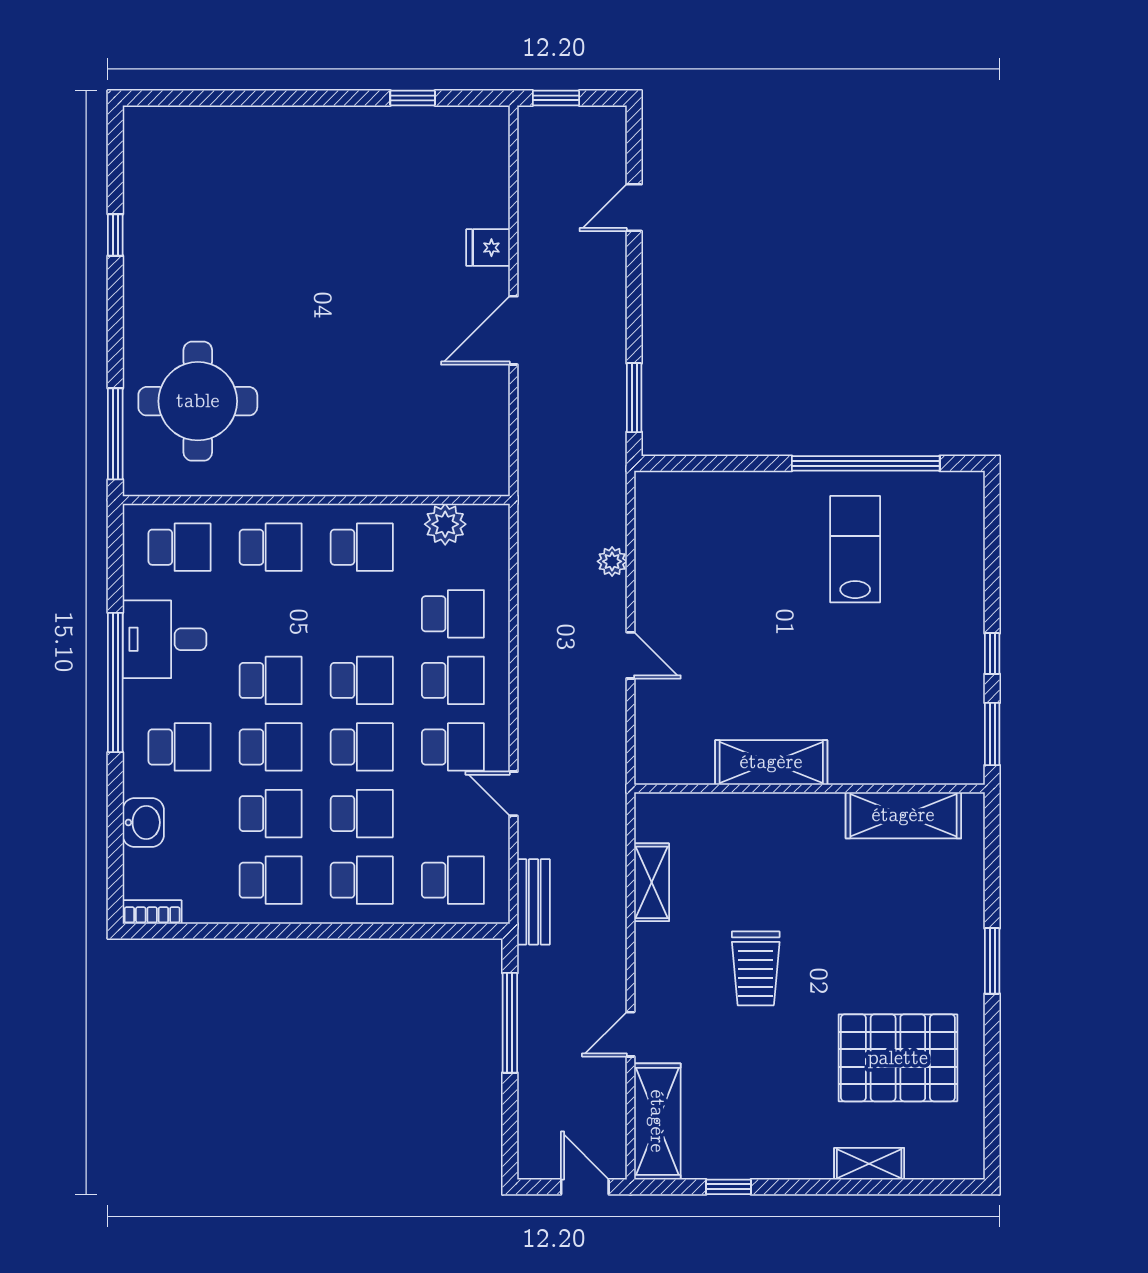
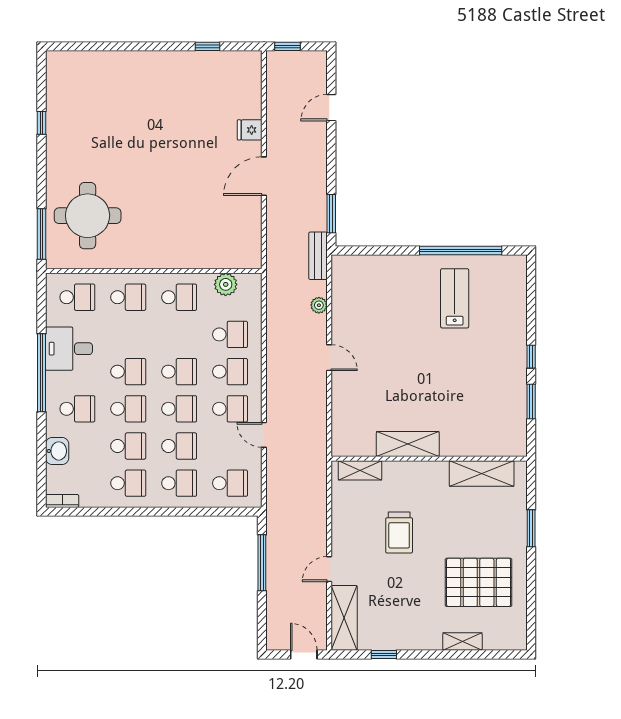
shelving: (771, 762) -> (408, 444), moved
wall: (809, 789) -> (429, 459), moved
shelving: (903, 815) -> (482, 474), moved
shelving: (652, 882) -> (360, 470), moved, turned 90
bench: (533, 902) -> (318, 256), moved

